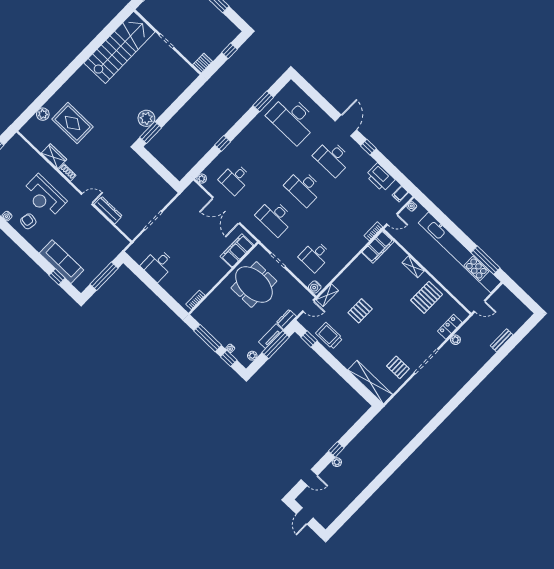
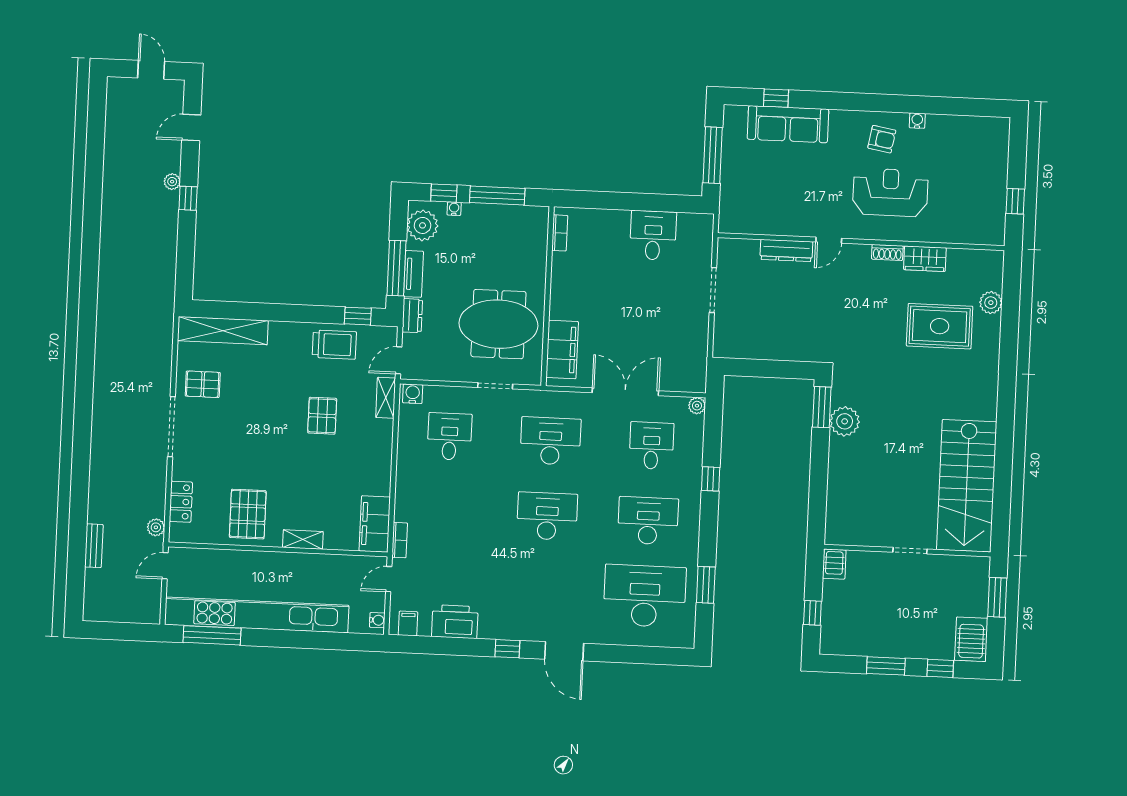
desk: (333, 158) -> (648, 521), moved
plant: (455, 340) -> (156, 527), moved
plant: (252, 356) -> (423, 225), width x1.88, depth x1.88

